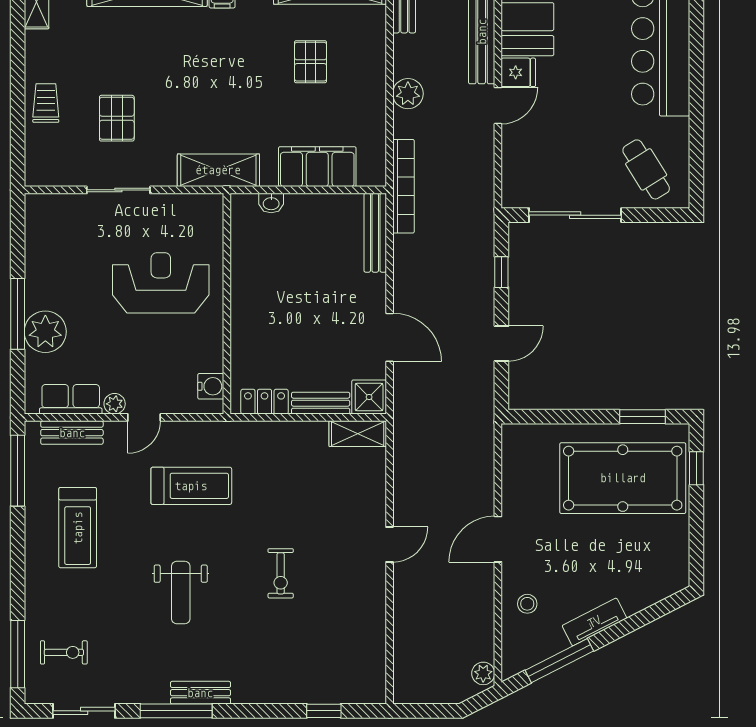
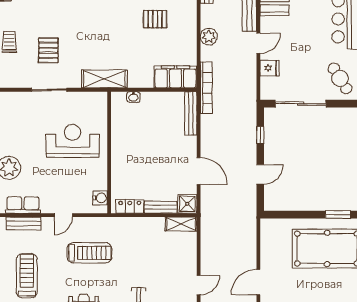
pallet: (311, 62) -> (155, 19), turned 90
fridge: (518, 72) -> (270, 68), moved
filing cabinet: (317, 167) -> (175, 77), moved
plant: (115, 404) -> (47, 208), removed
treadmill: (78, 528) -> (27, 276), turned 180

